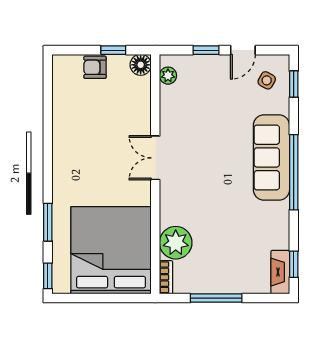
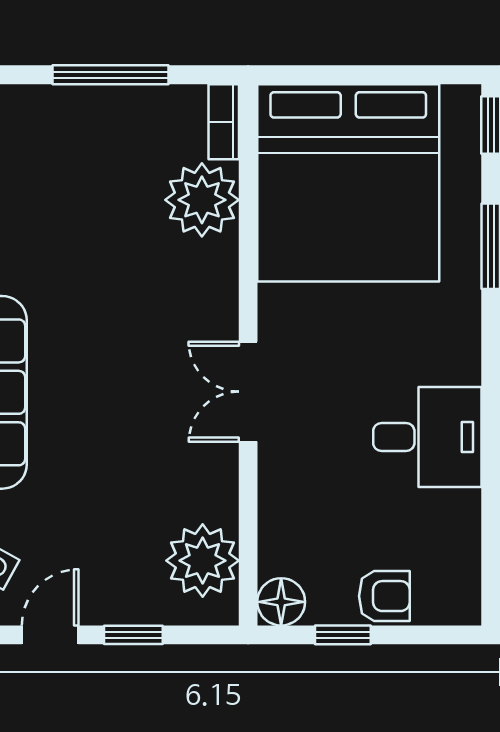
plant: (168, 76) -> (203, 561), width x1.87, depth x1.87
desk: (76, 138) -> (427, 437), added
double door: (155, 158) -> (248, 392), swing flipped

